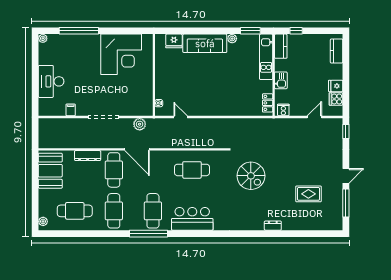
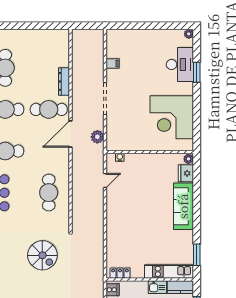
window: (79, 31) -> (197, 72), width x0.47
plant: (232, 39) -> (188, 159), moved
kitchen sink: (281, 80) -> (157, 287), moved
desk: (51, 81) -> (180, 65), moved, turned 90
booth: (50, 171) -> (48, 42), removed
spiral stairs: (251, 176) -> (42, 255), turned -90

